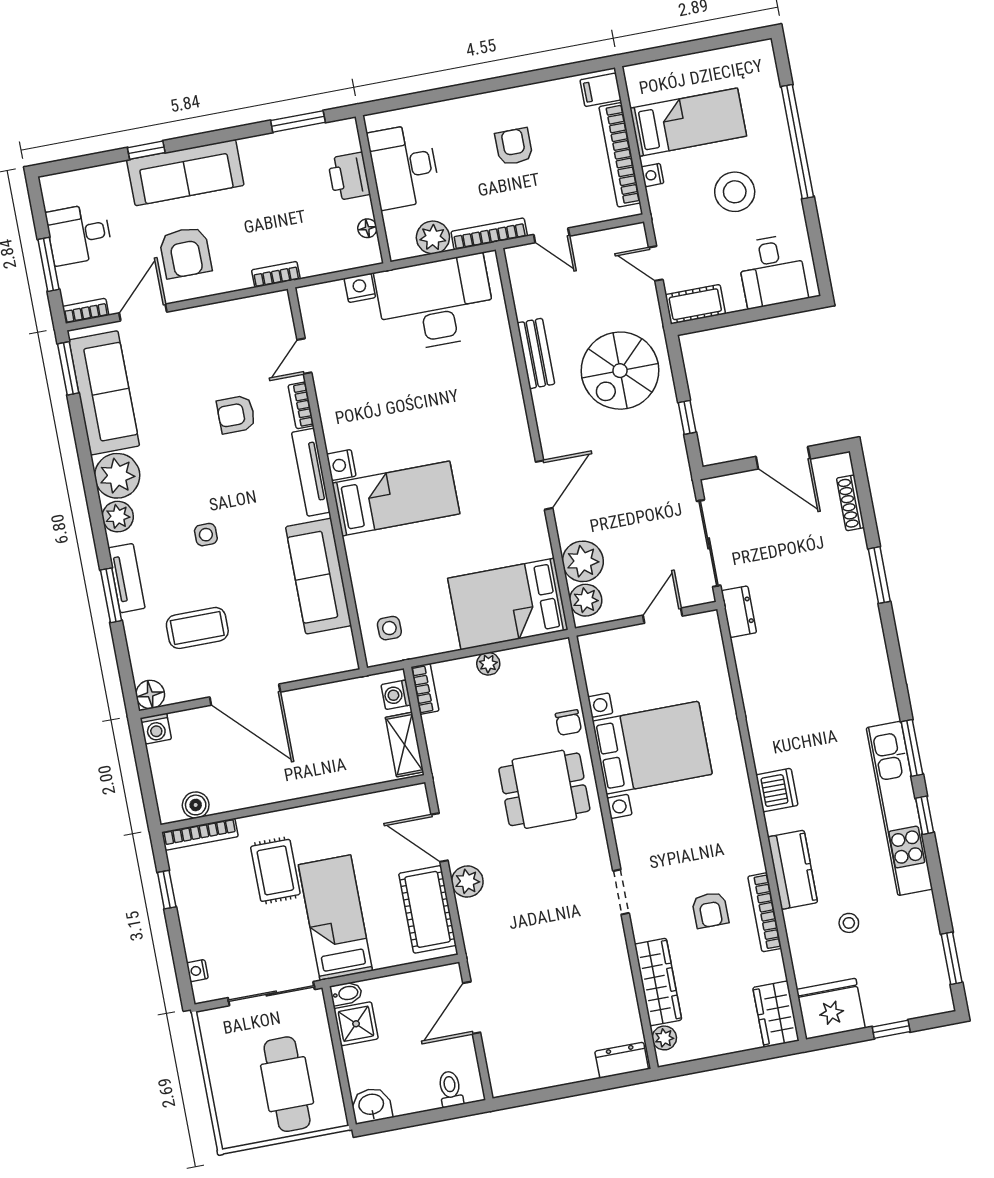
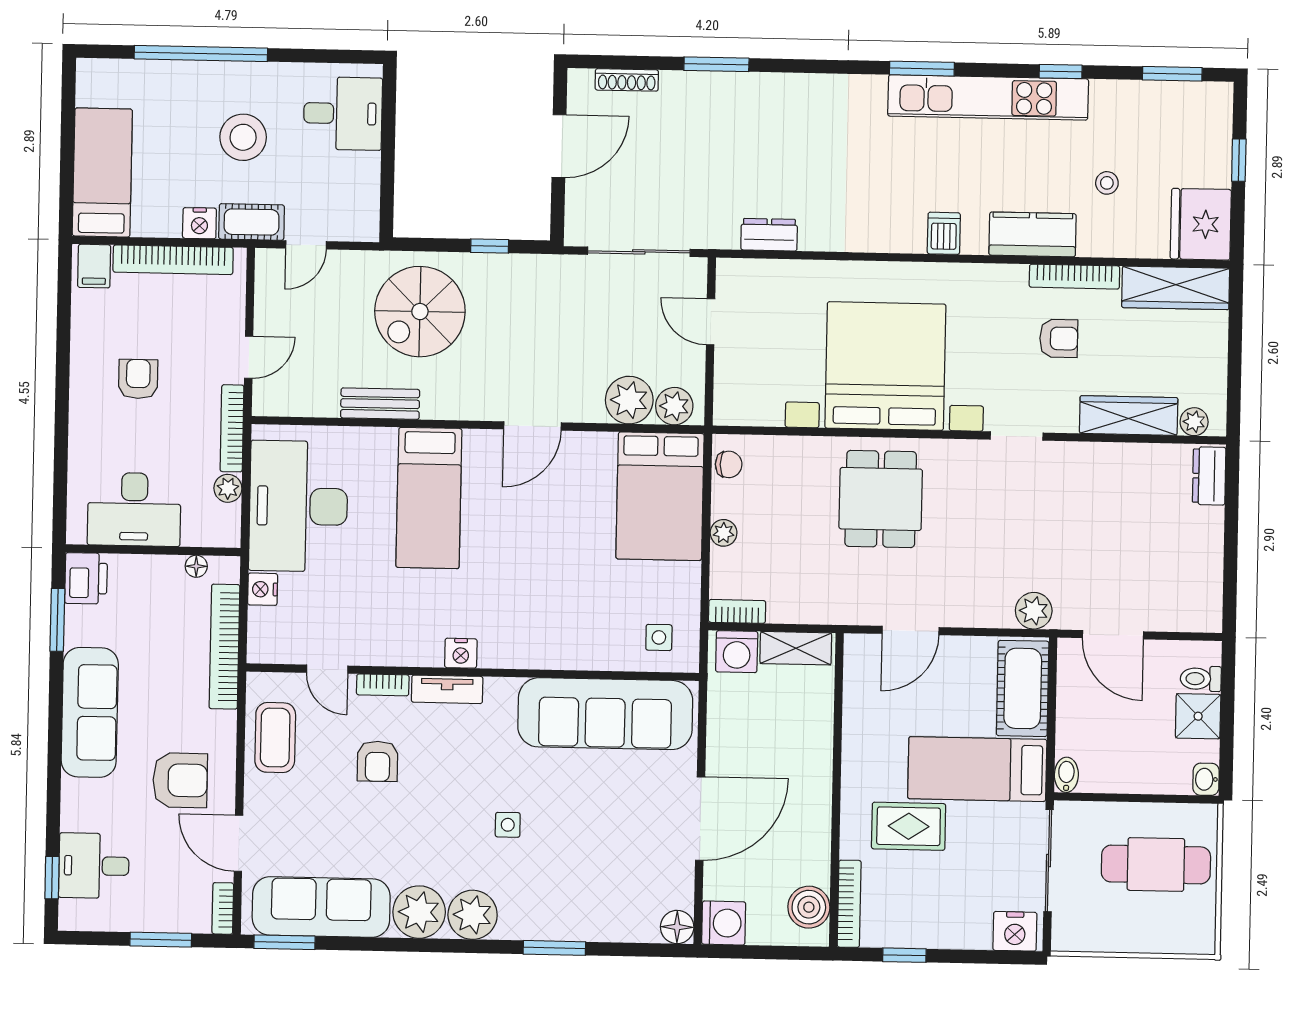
bed: (688, 122) -> (102, 173), moved
armchair: (514, 147) -> (138, 379), turned 90
window: (146, 150) -> (52, 878), moved
sofa: (185, 173) -> (90, 712), moved
nightstand: (652, 175) -> (199, 223), width x1.39, depth x1.35
printer: (349, 176) -> (86, 578), moved, turned -90
desk: (79, 234) -> (94, 866), moved, turned 90
plant: (433, 237) -> (228, 488), width x0.73, depth x0.73
bookcase: (276, 274) -> (224, 647), width x2.31, depth x1.31
cot: (695, 304) -> (252, 222), moved, turned 90
spiral stairs: (620, 371) -> (420, 312), turned 90
tv unit: (311, 472) -> (447, 689), width x0.71
door: (544, 485) -> (532, 426), swing flipped
bed: (396, 498) -> (429, 498), moved, turned 180
plant: (118, 517) -> (473, 915), width x1.36, depth x1.36
sofa: (319, 576) -> (605, 714), width x1.36, depth x1.27
tv unit: (127, 578) -> (538, 926), removed
dresser: (739, 612) -> (769, 235), moved
coffee table: (197, 628) -> (275, 738), moved
washing machine: (396, 695) -> (737, 652), width x1.38, depth x1.38
chair: (568, 723) -> (729, 464), moved
washing machine: (156, 729) -> (724, 923), width x1.38, depth x1.38
bed with nightstands: (652, 748) -> (885, 366), width x1.36
dishwasher: (777, 790) -> (944, 233), width x0.73
boiler: (196, 805) -> (809, 907), width x1.36, depth x1.36
window: (925, 815) -> (1061, 71), moved
plant: (467, 881) -> (1034, 611), moved
cot: (427, 909) -> (1023, 688), moved, turned 90
nightstand: (197, 971) -> (1015, 931), width x1.89, depth x1.79
wardrobe: (776, 1014) -> (1176, 288), width x1.50
shower: (356, 1024) -> (1198, 716), moved
washbasin: (371, 1105) -> (1206, 779), width x0.72, depth x0.69

